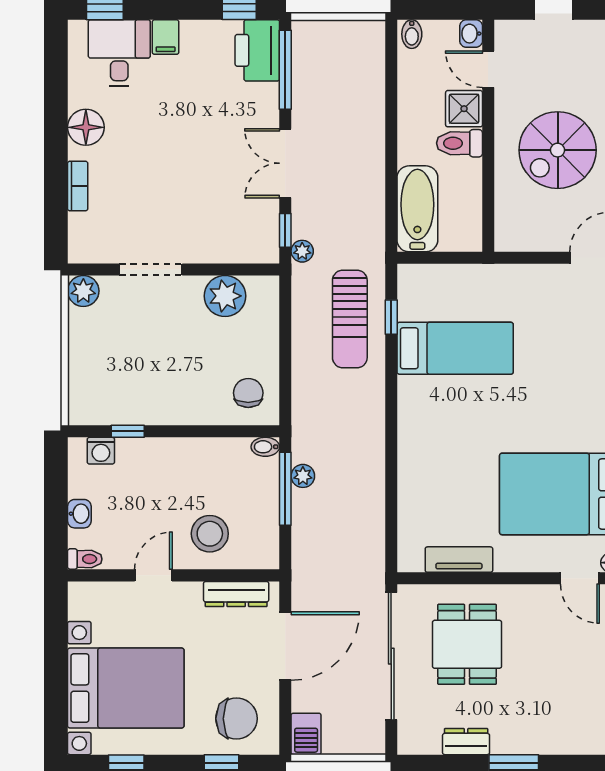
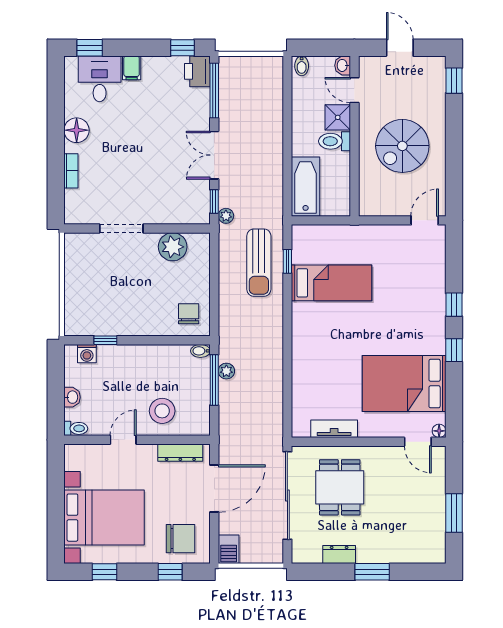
printer: (257, 50) -> (197, 71), width x0.73, depth x0.84
plant: (83, 291) -> (75, 243), removed

